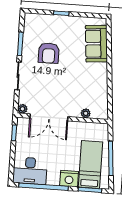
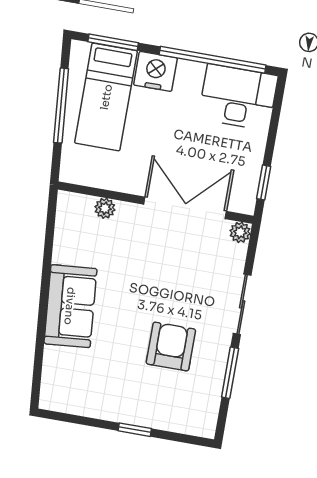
sofa: (96, 44) -> (70, 306), moved

